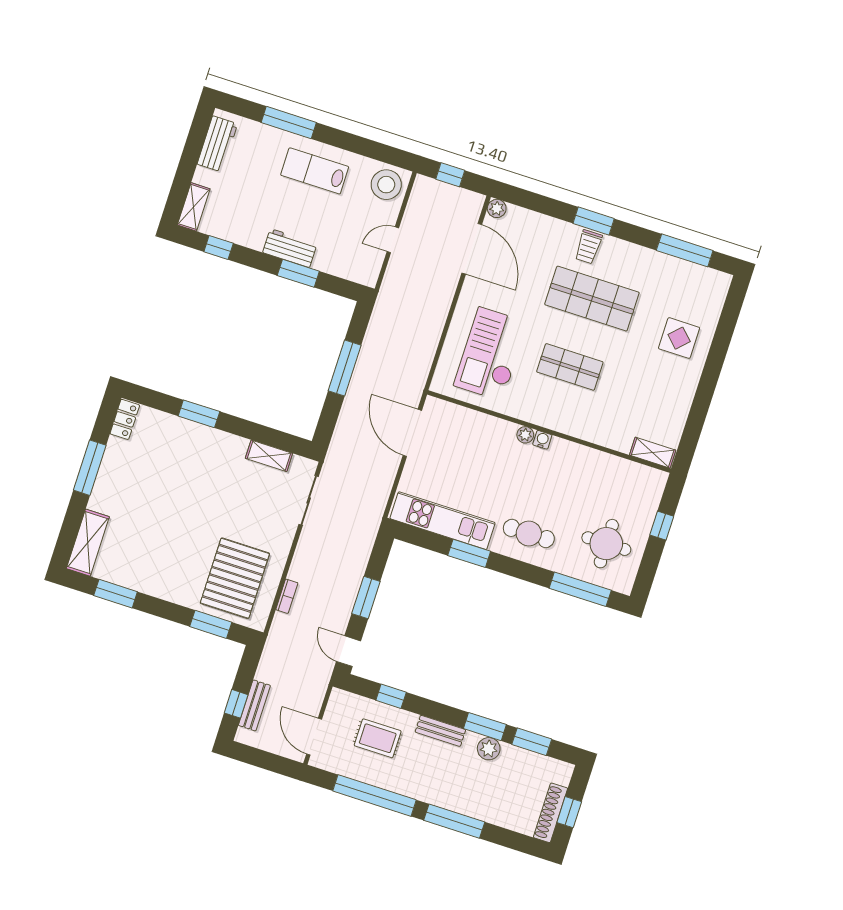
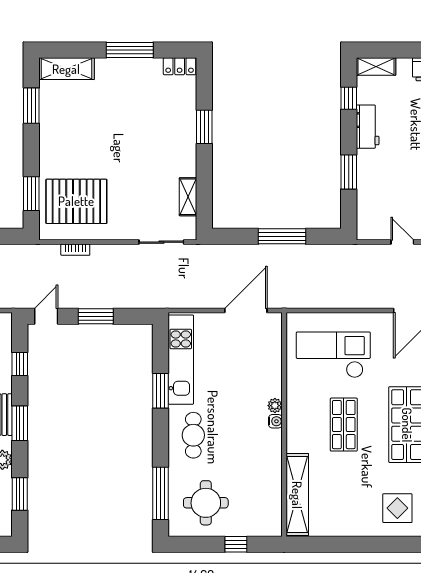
workbench: (290, 248) -> (368, 127), moved
shelving: (653, 453) -> (297, 495), width x2.20, depth x1.33
window: (485, 727) -> (20, 423), moved

